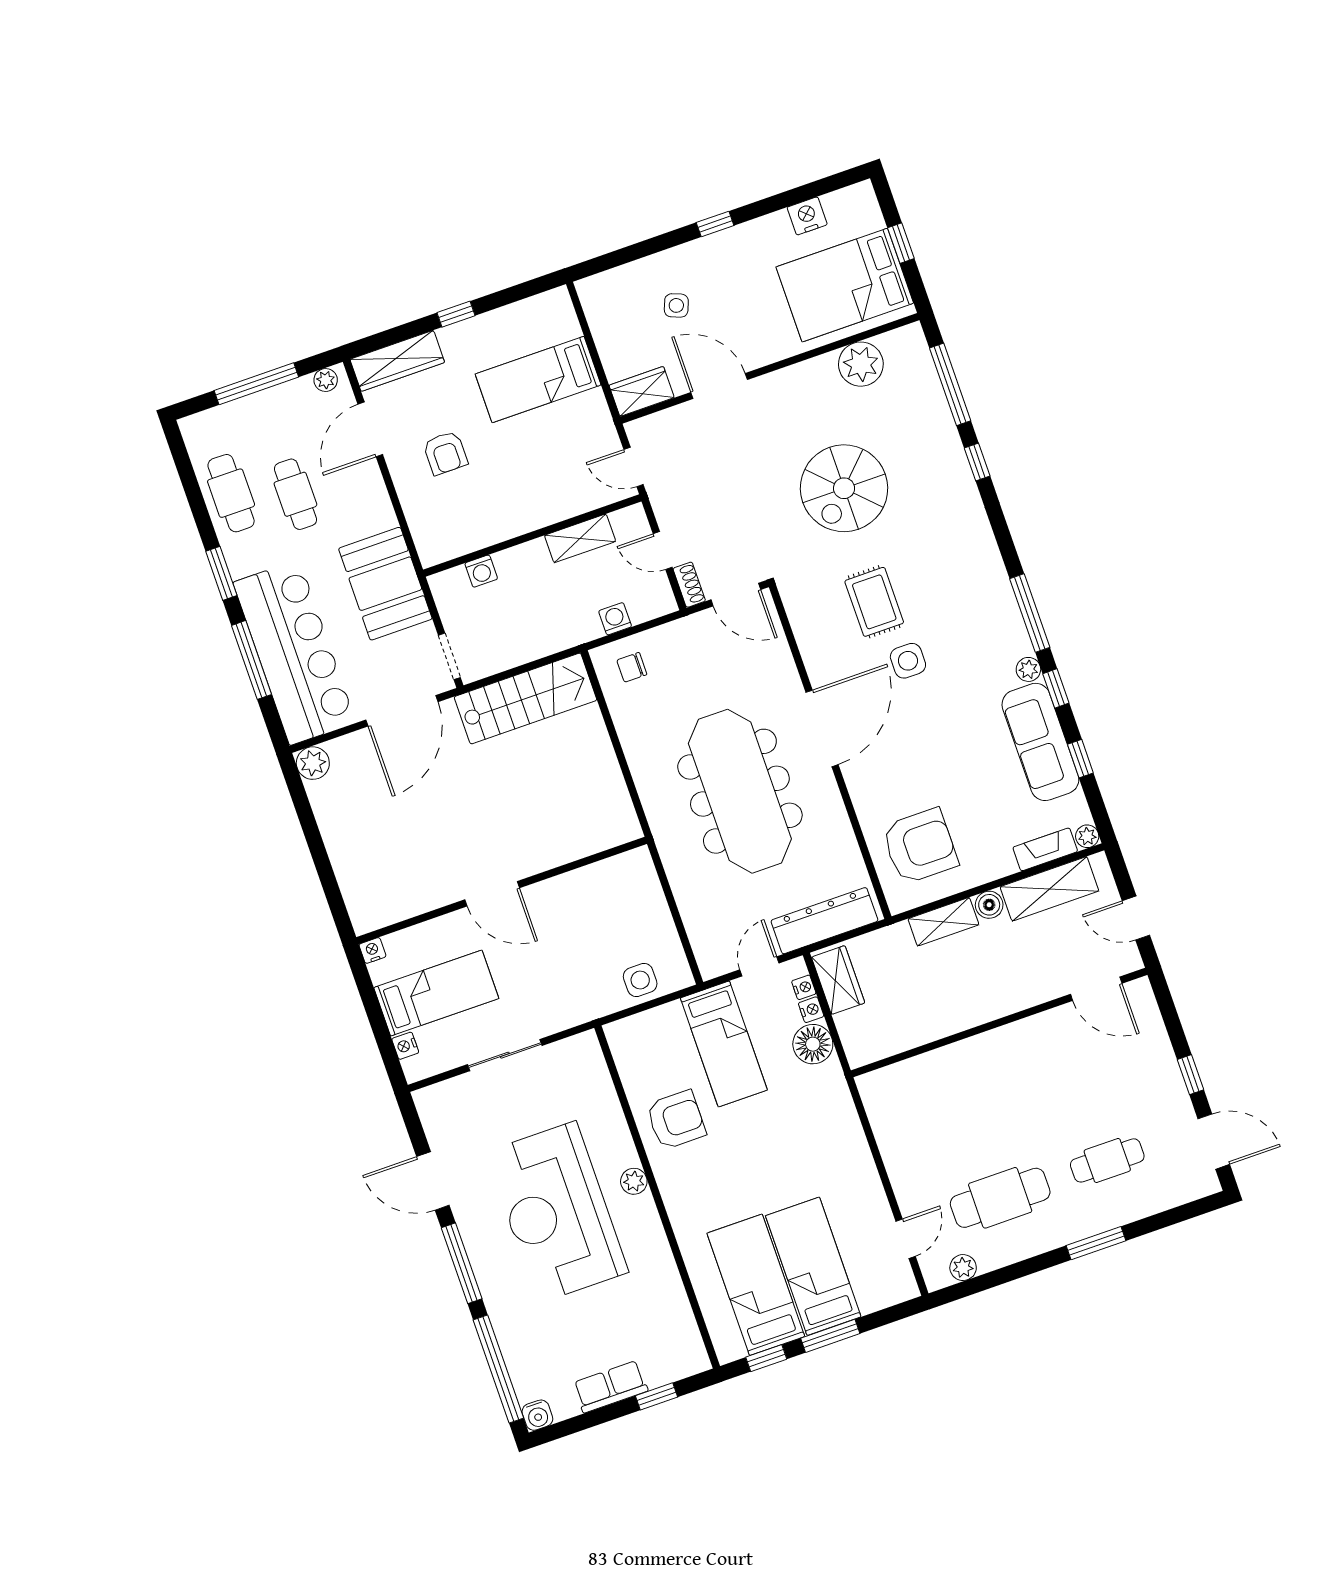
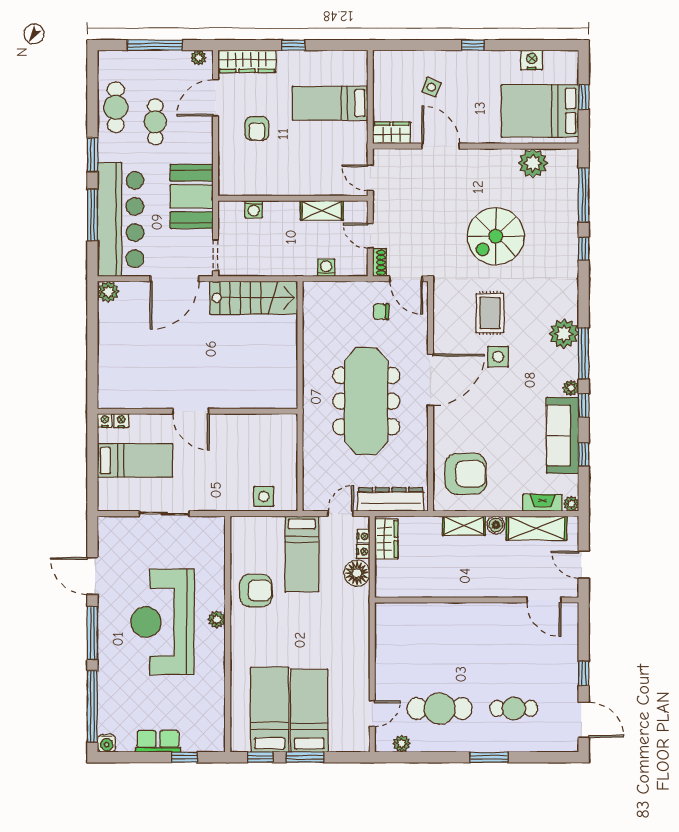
plant: (991, 595) -> (564, 334), added
chair: (632, 667) -> (381, 312), moved
nightstand: (405, 1046) -> (121, 421), moved, turned 90

